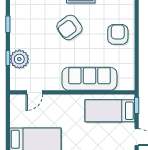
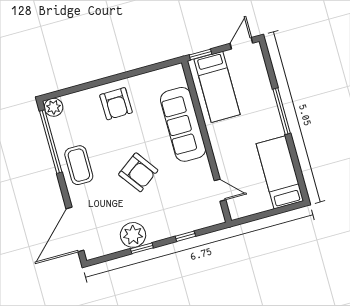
armchair: (69, 27) -> (138, 172), moved
armchair: (118, 34) -> (116, 104), turned -91
plant: (19, 59) -> (133, 235), moved

